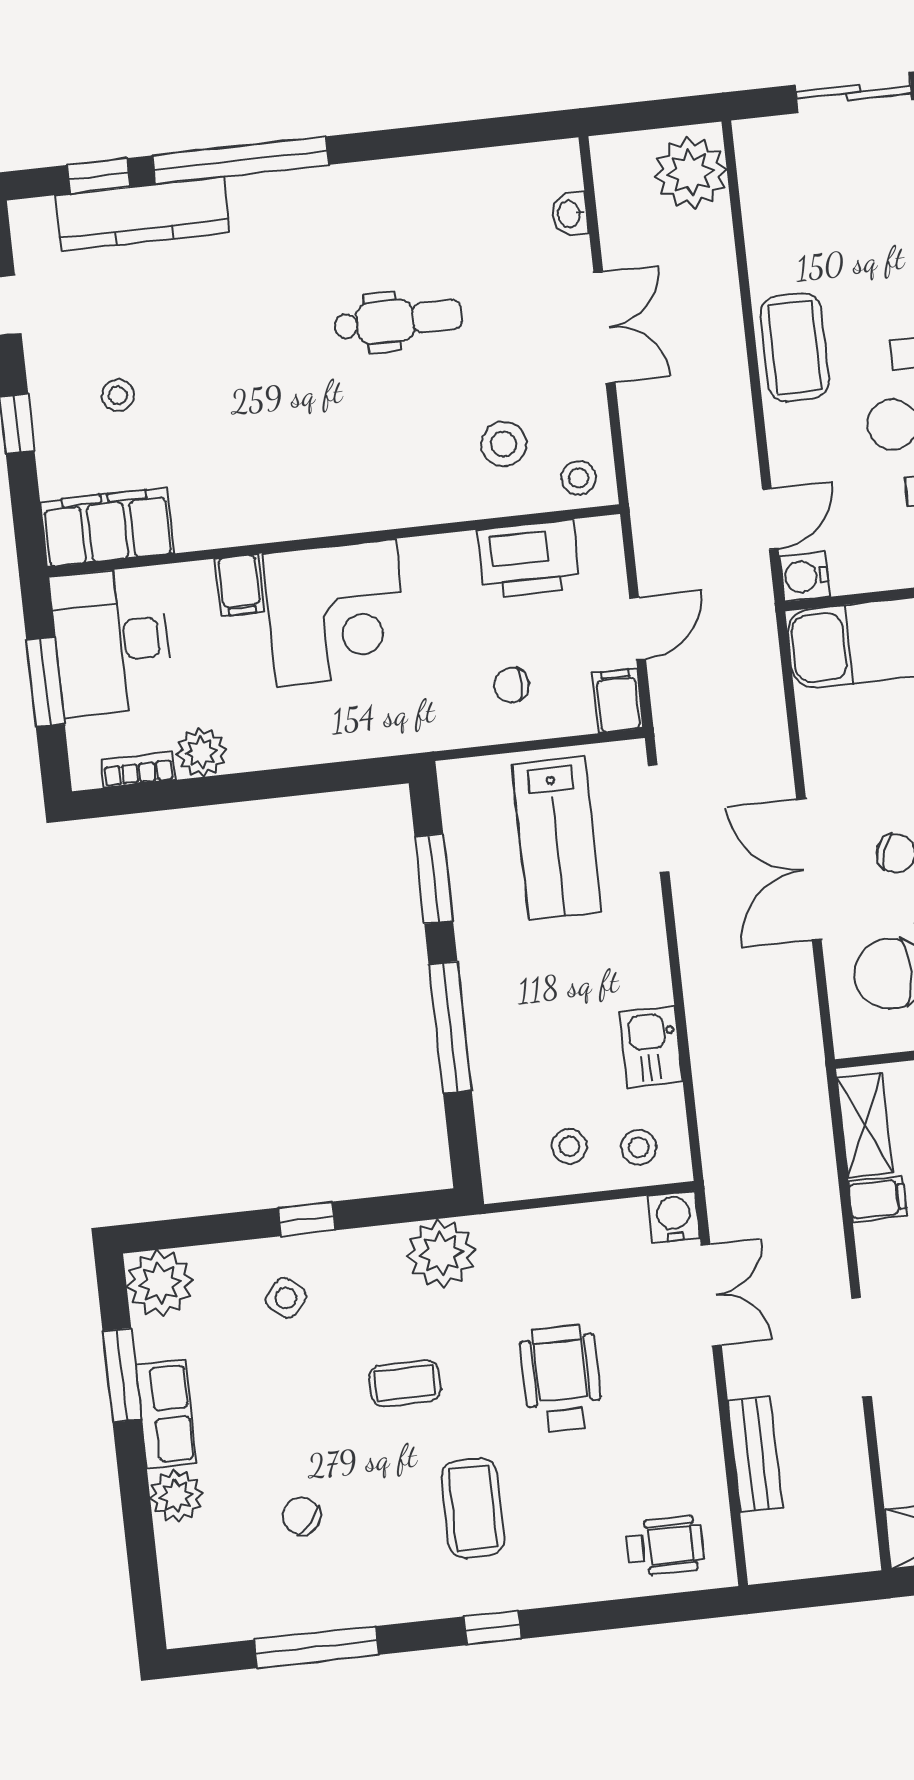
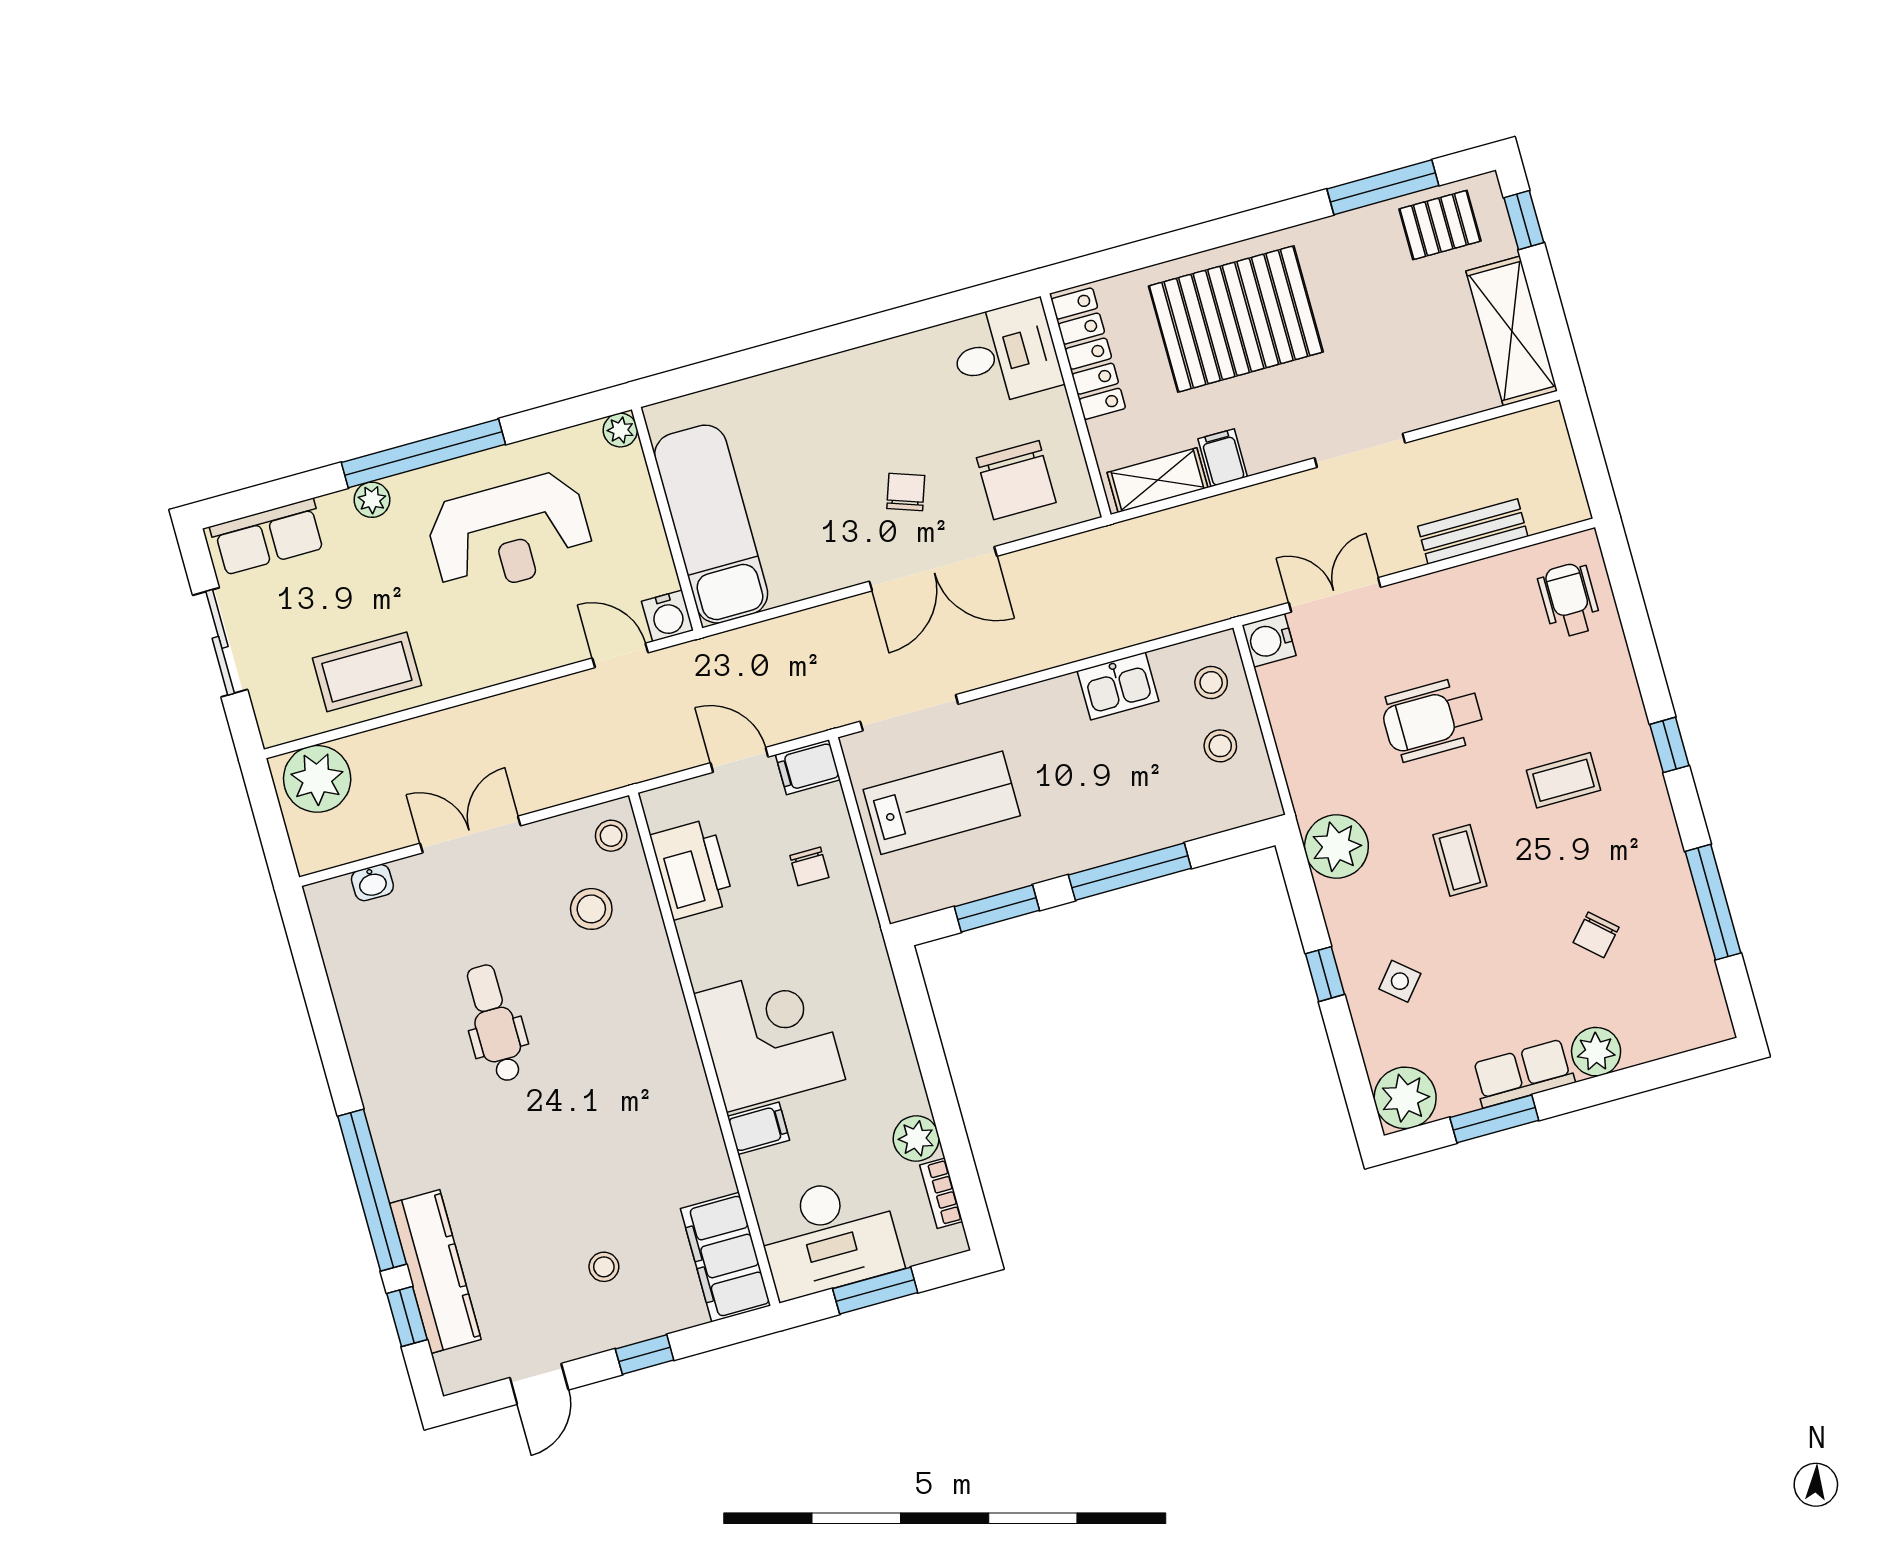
coffee table: (795, 348) -> (367, 672), moved
coffee table: (473, 1508) -> (1563, 780), width x0.73, depth x0.77

